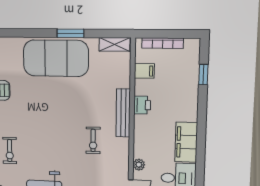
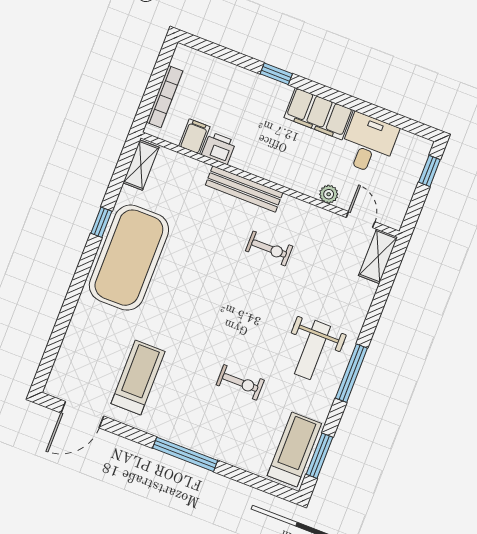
window: (70, 33) -> (101, 222), width x0.67
window: (203, 74) -> (276, 74), moved
printer: (142, 105) -> (219, 148), moved

